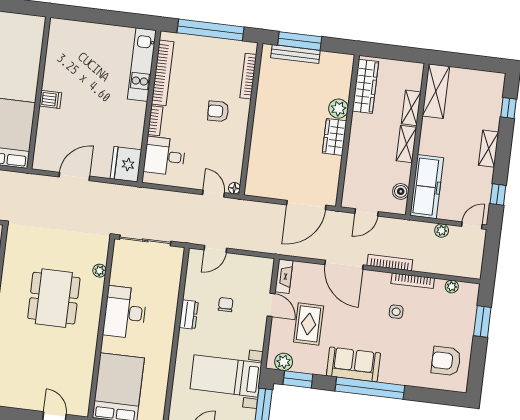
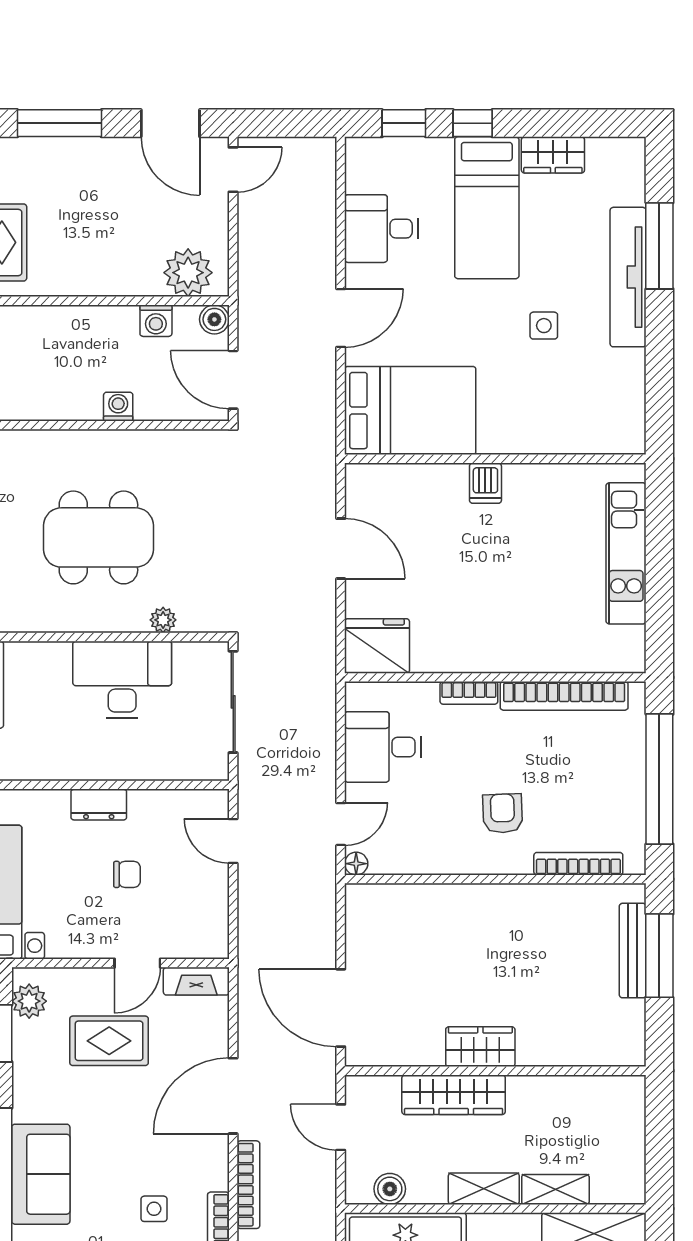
kitchen unit: (142, 65) -> (626, 553), moved, turned -90
wardrobe: (365, 86) -> (454, 1095), moved
plant: (339, 109) -> (537, 1048), removed
desk: (165, 156) -> (383, 747), moved, turned -90
desk: (125, 312) -> (122, 680), moved
sofa: (353, 364) -> (41, 1174), moved

